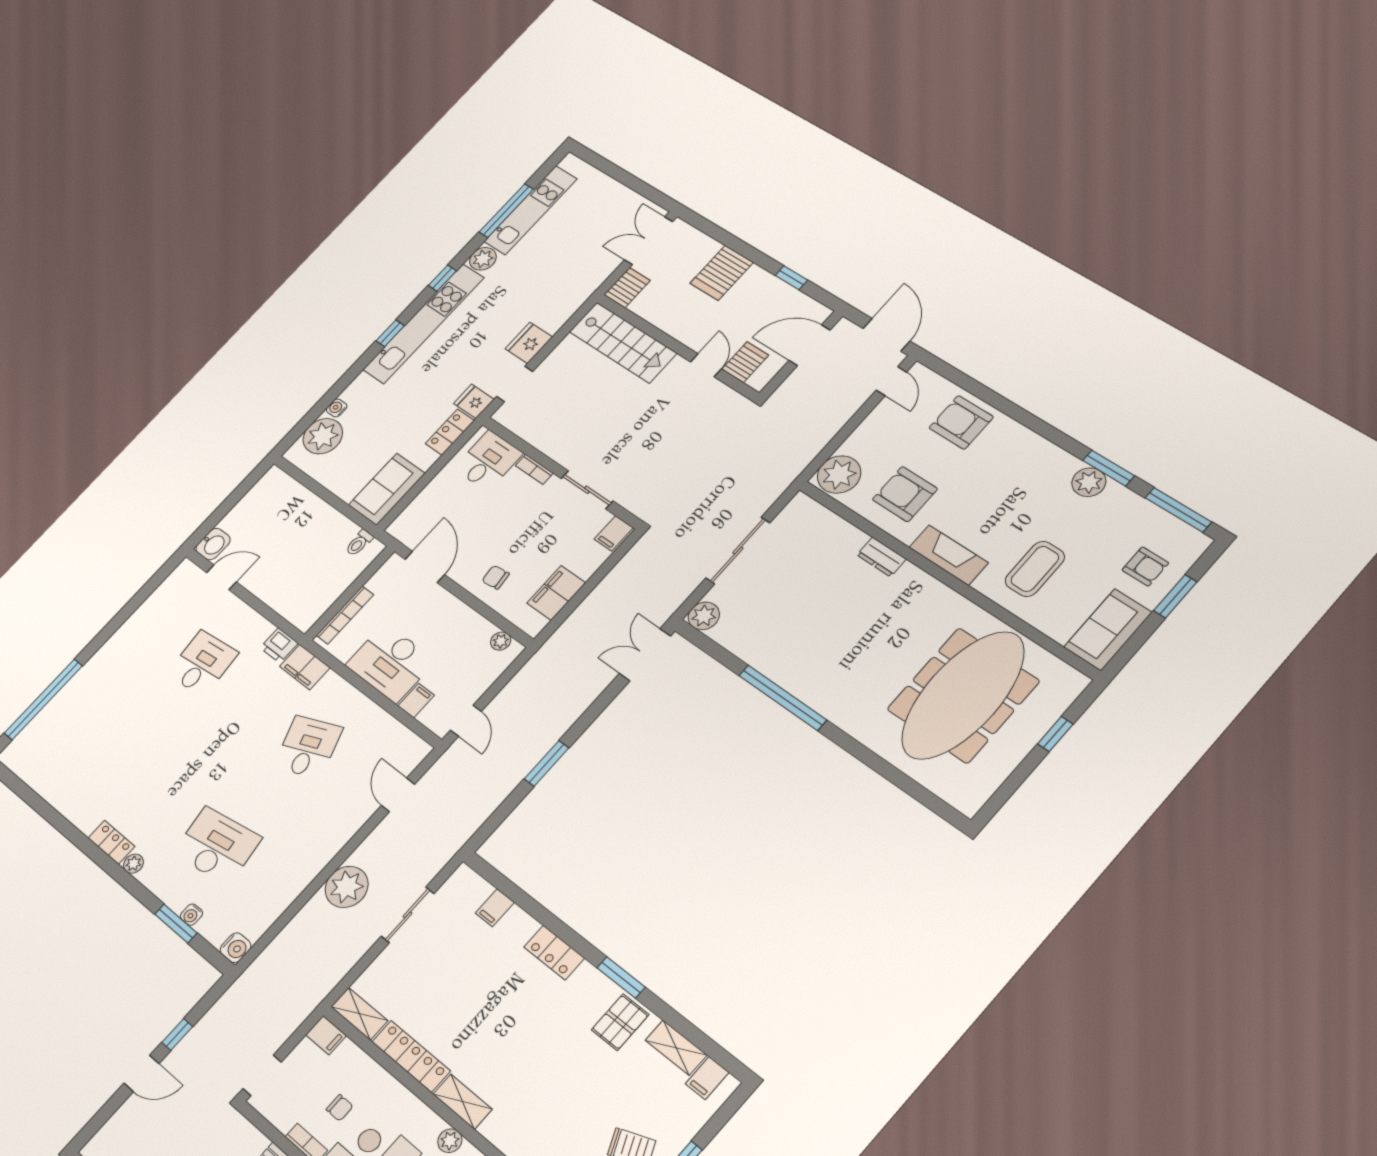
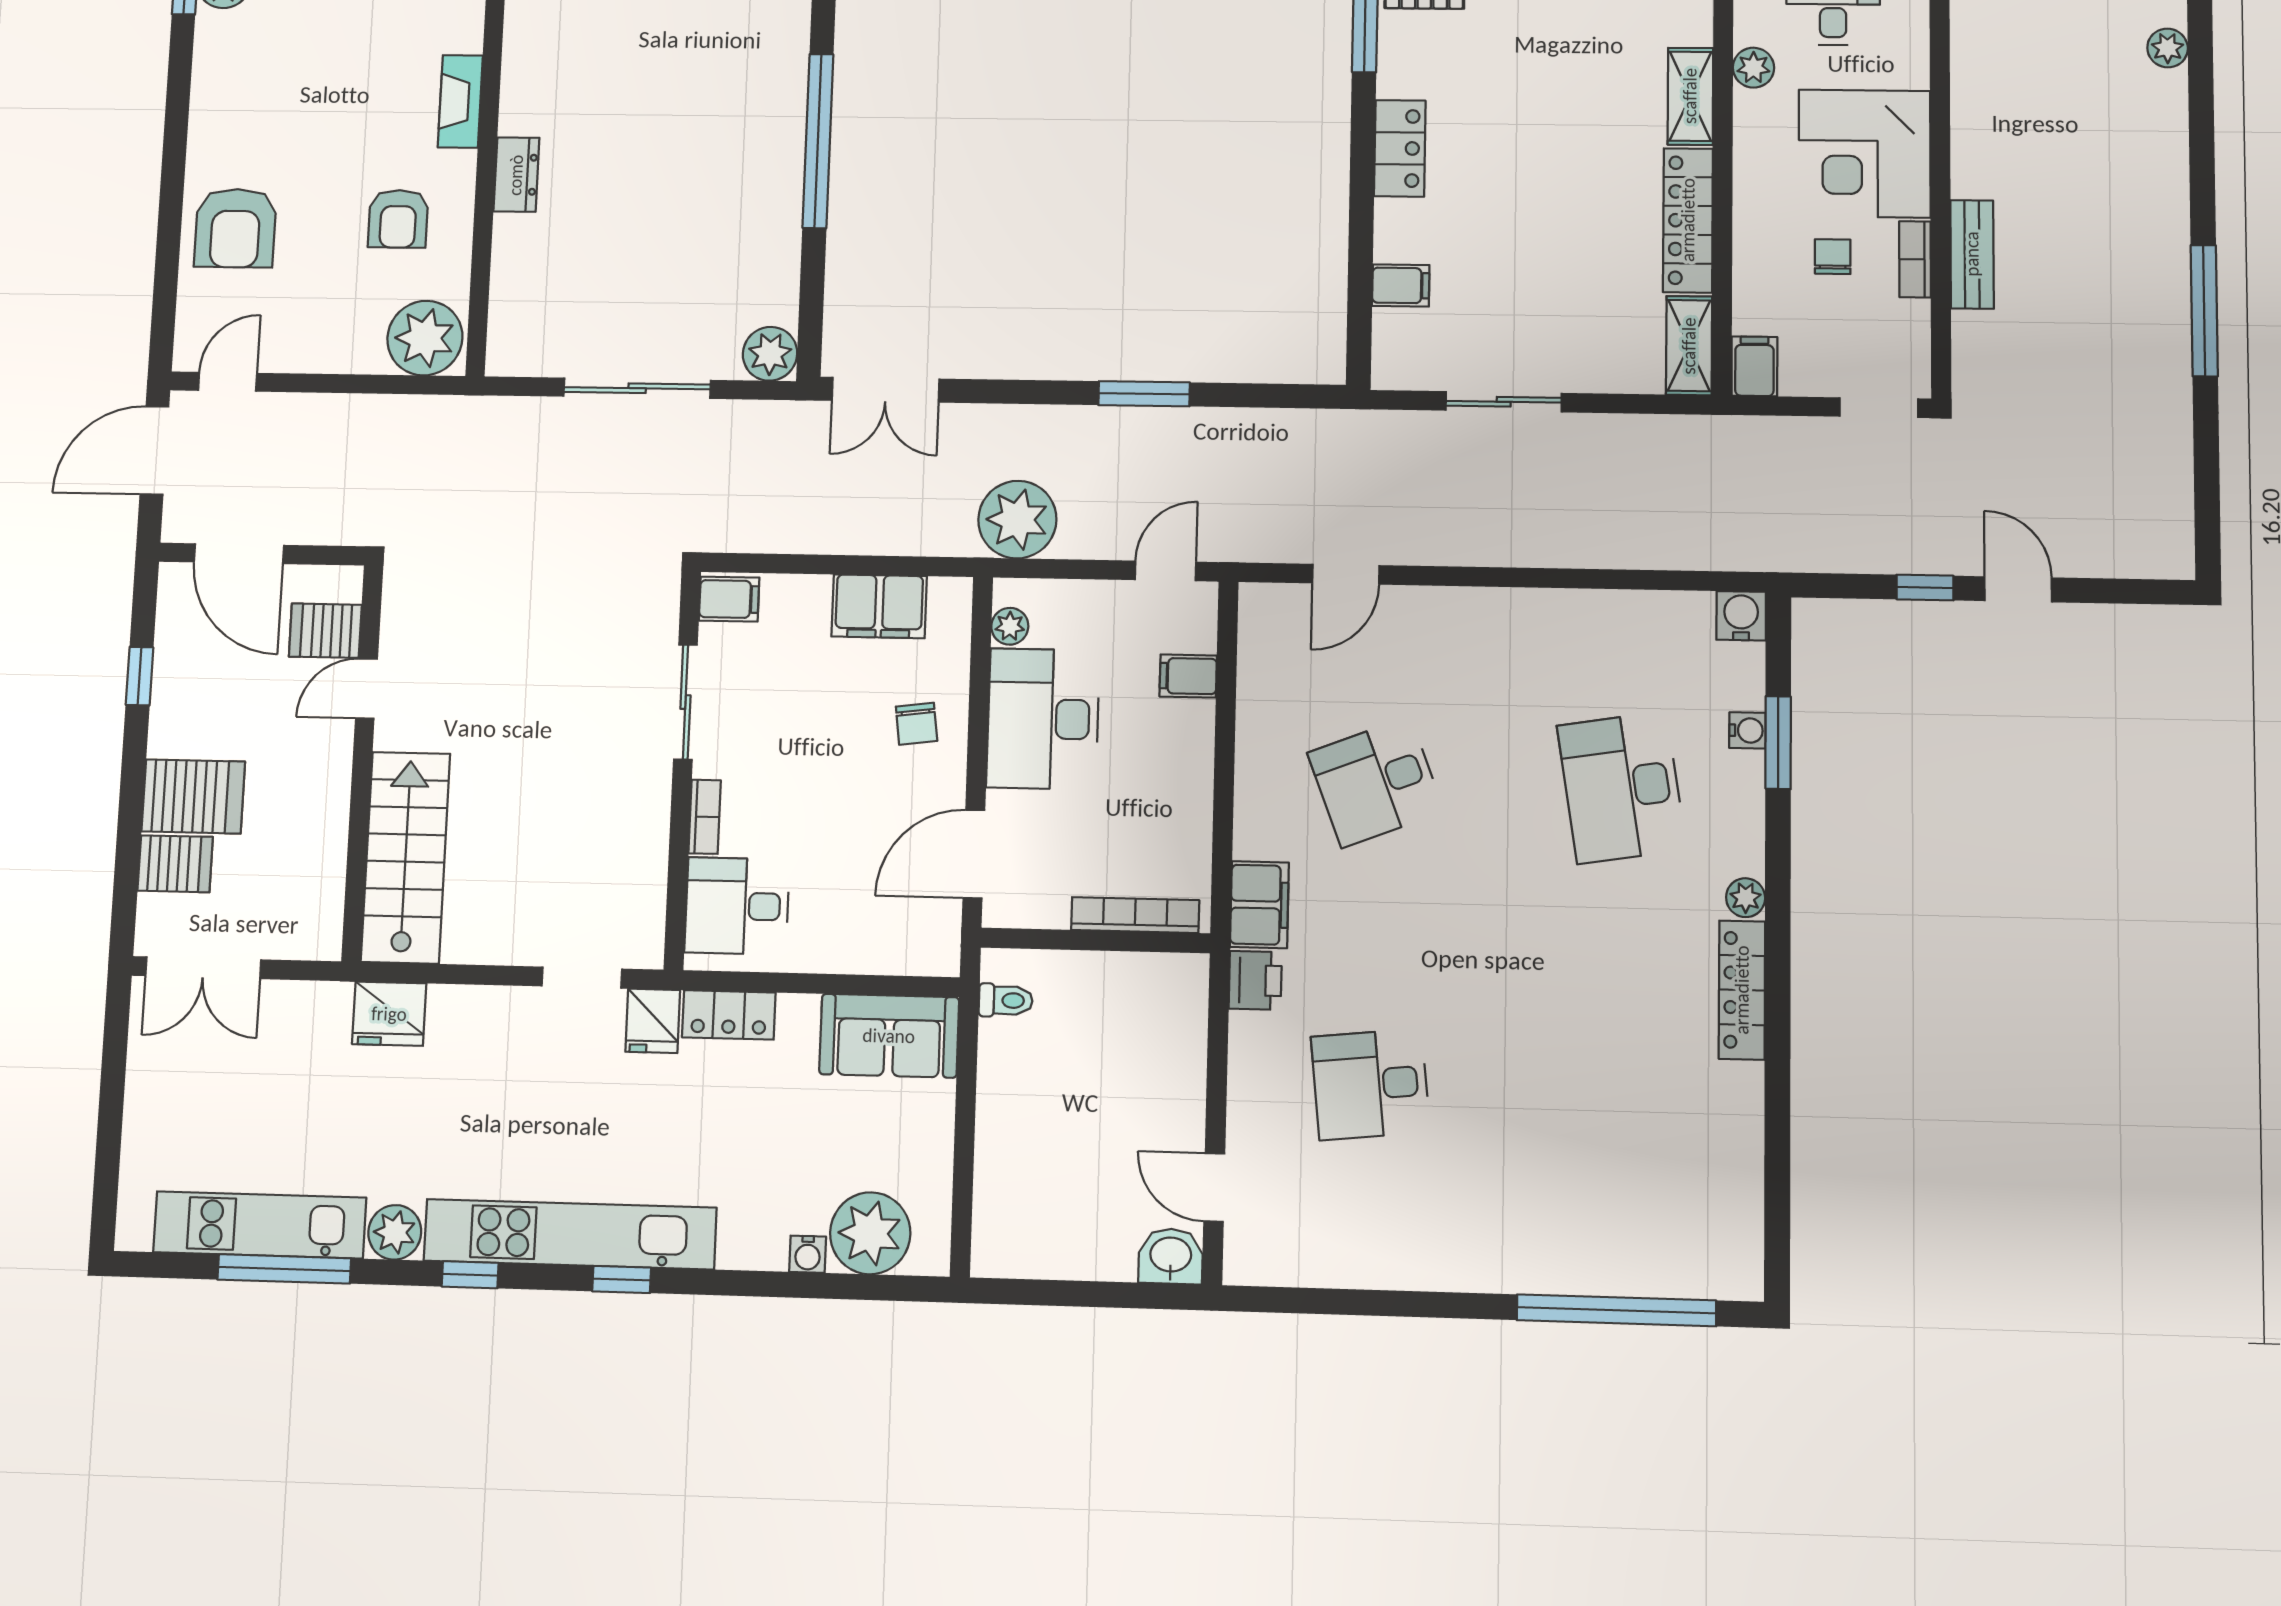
server rack: (627, 288) -> (175, 864), moved, turned 180
fridge: (529, 343) -> (389, 1014), moved
armchair: (905, 494) -> (398, 219), width x0.72, depth x0.72
fireplace: (949, 555) -> (460, 101), width x0.73, depth x0.76
desk: (390, 663) -> (1043, 719), moved, turned 180
locker: (111, 842) -> (1742, 990), width x1.53
plant: (347, 887) -> (1017, 520), moved

